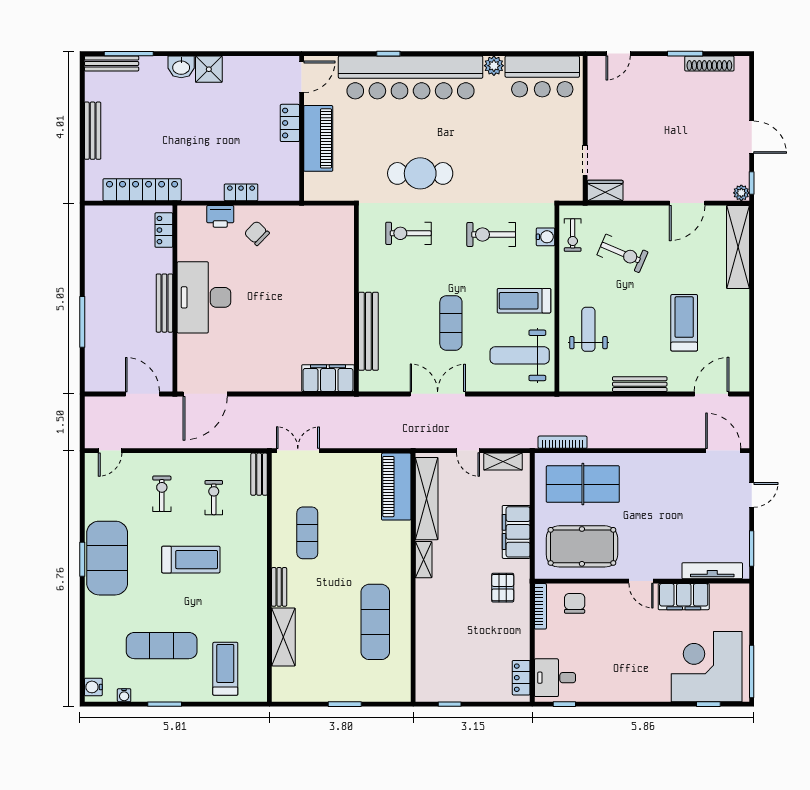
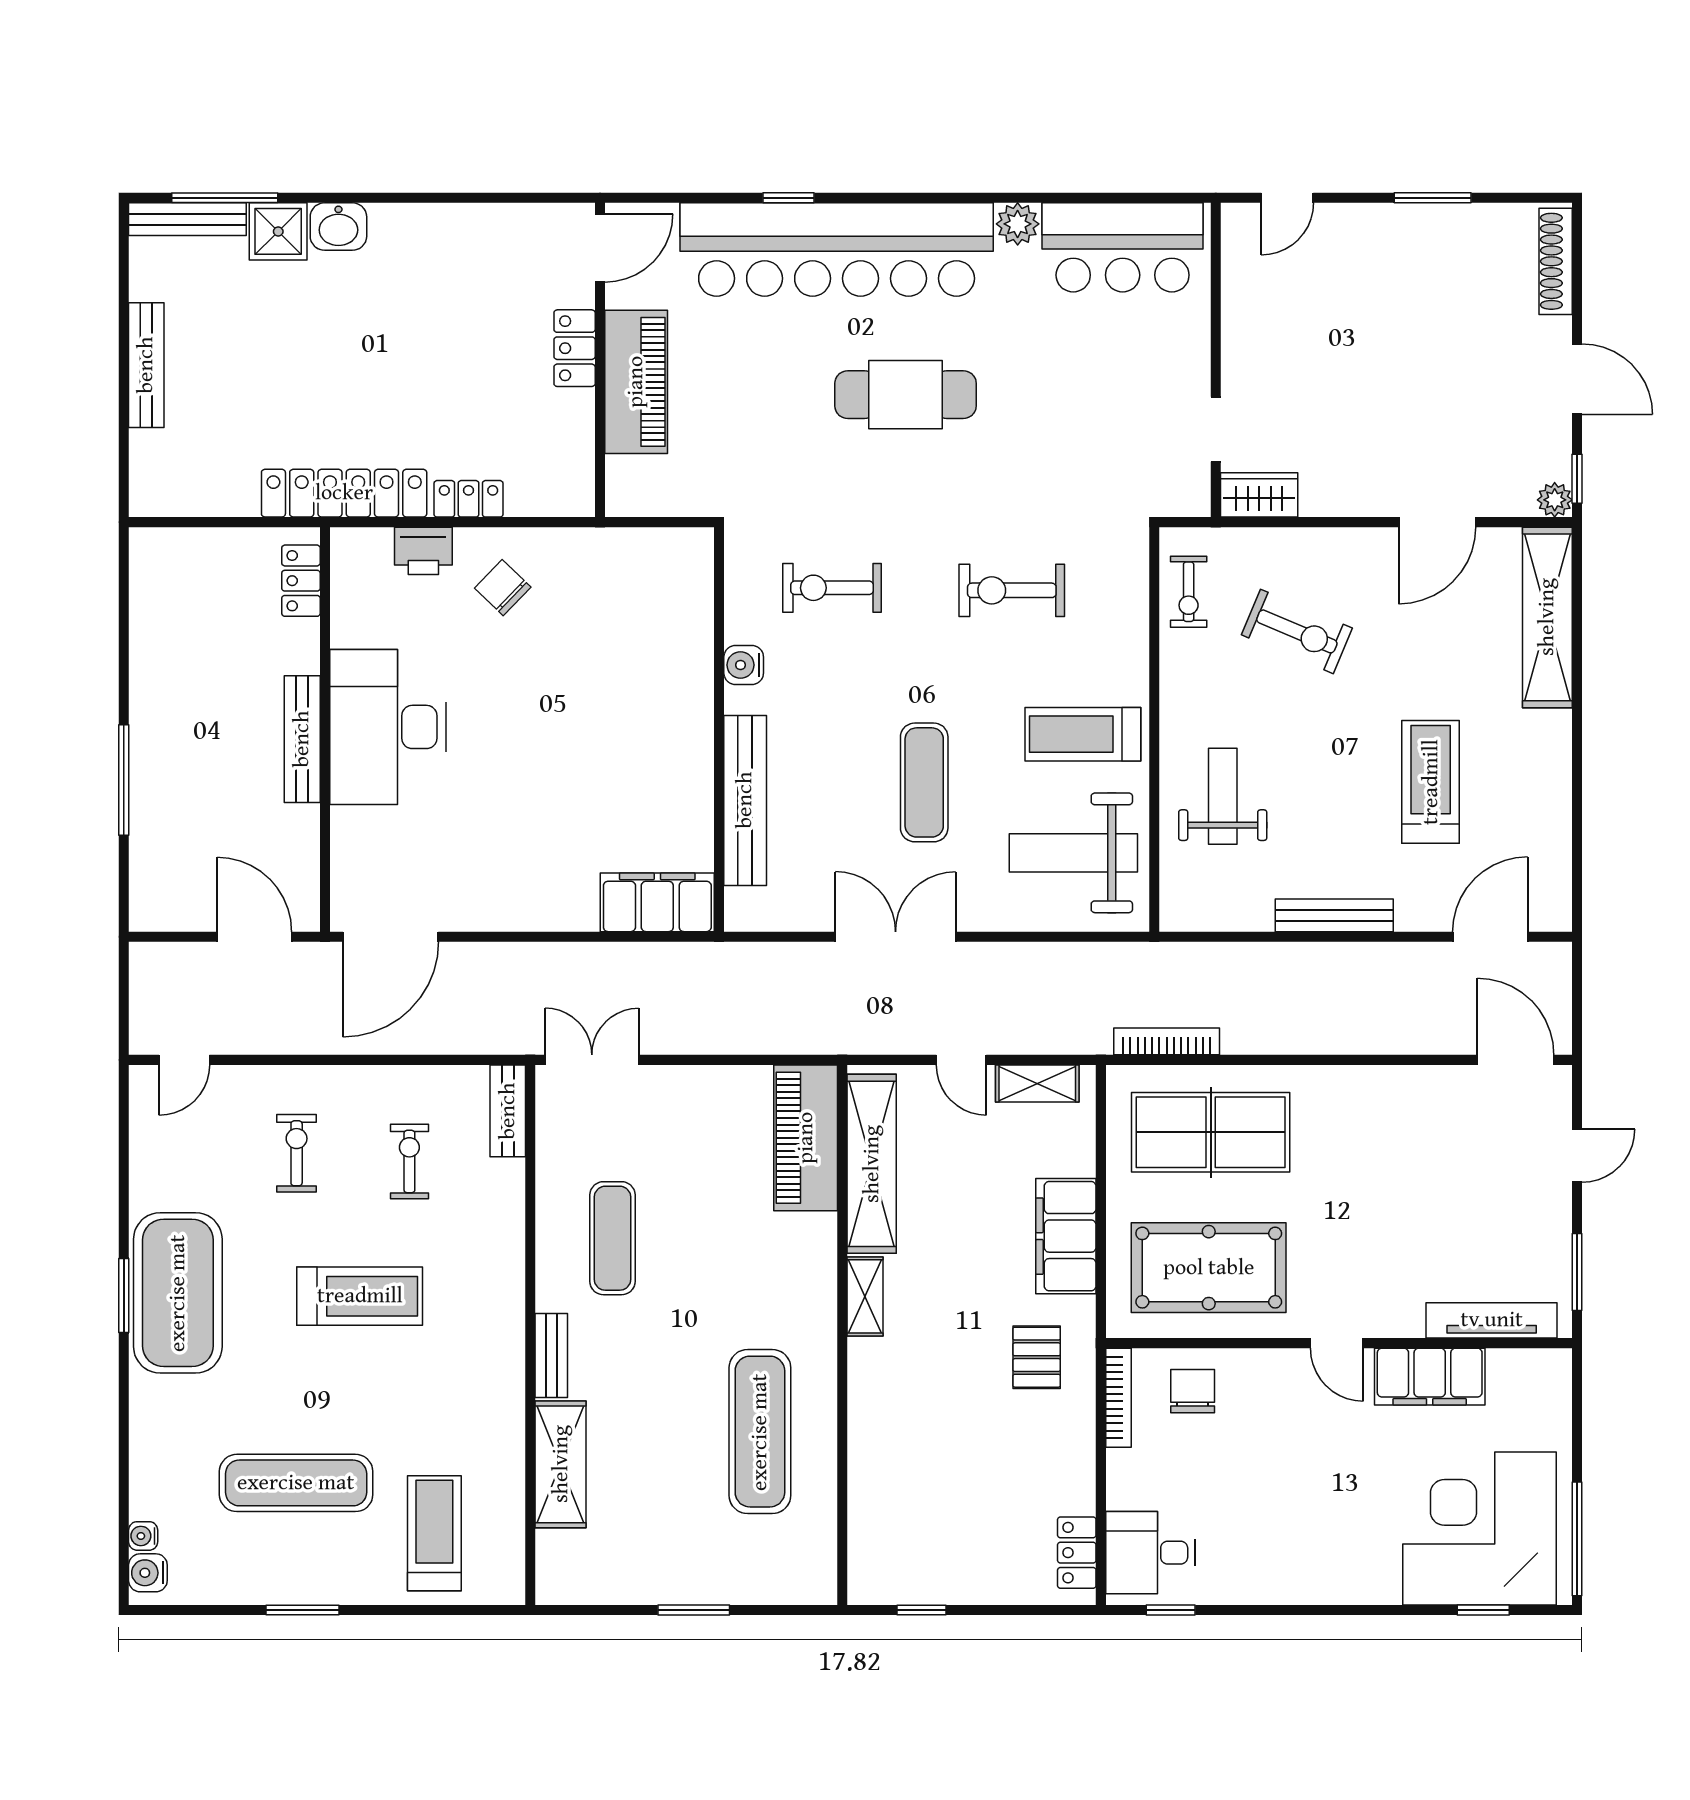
shoe rack: (709, 64) -> (1556, 261), moved, turned 90
shower: (209, 69) -> (278, 231), moved
cafe table: (420, 173) -> (906, 395), moved
locker: (142, 190) -> (344, 493), moved
water cooler: (546, 237) -> (744, 665), moved, turned 180
water cooler: (124, 695) -> (143, 1536), moved, turned 90

